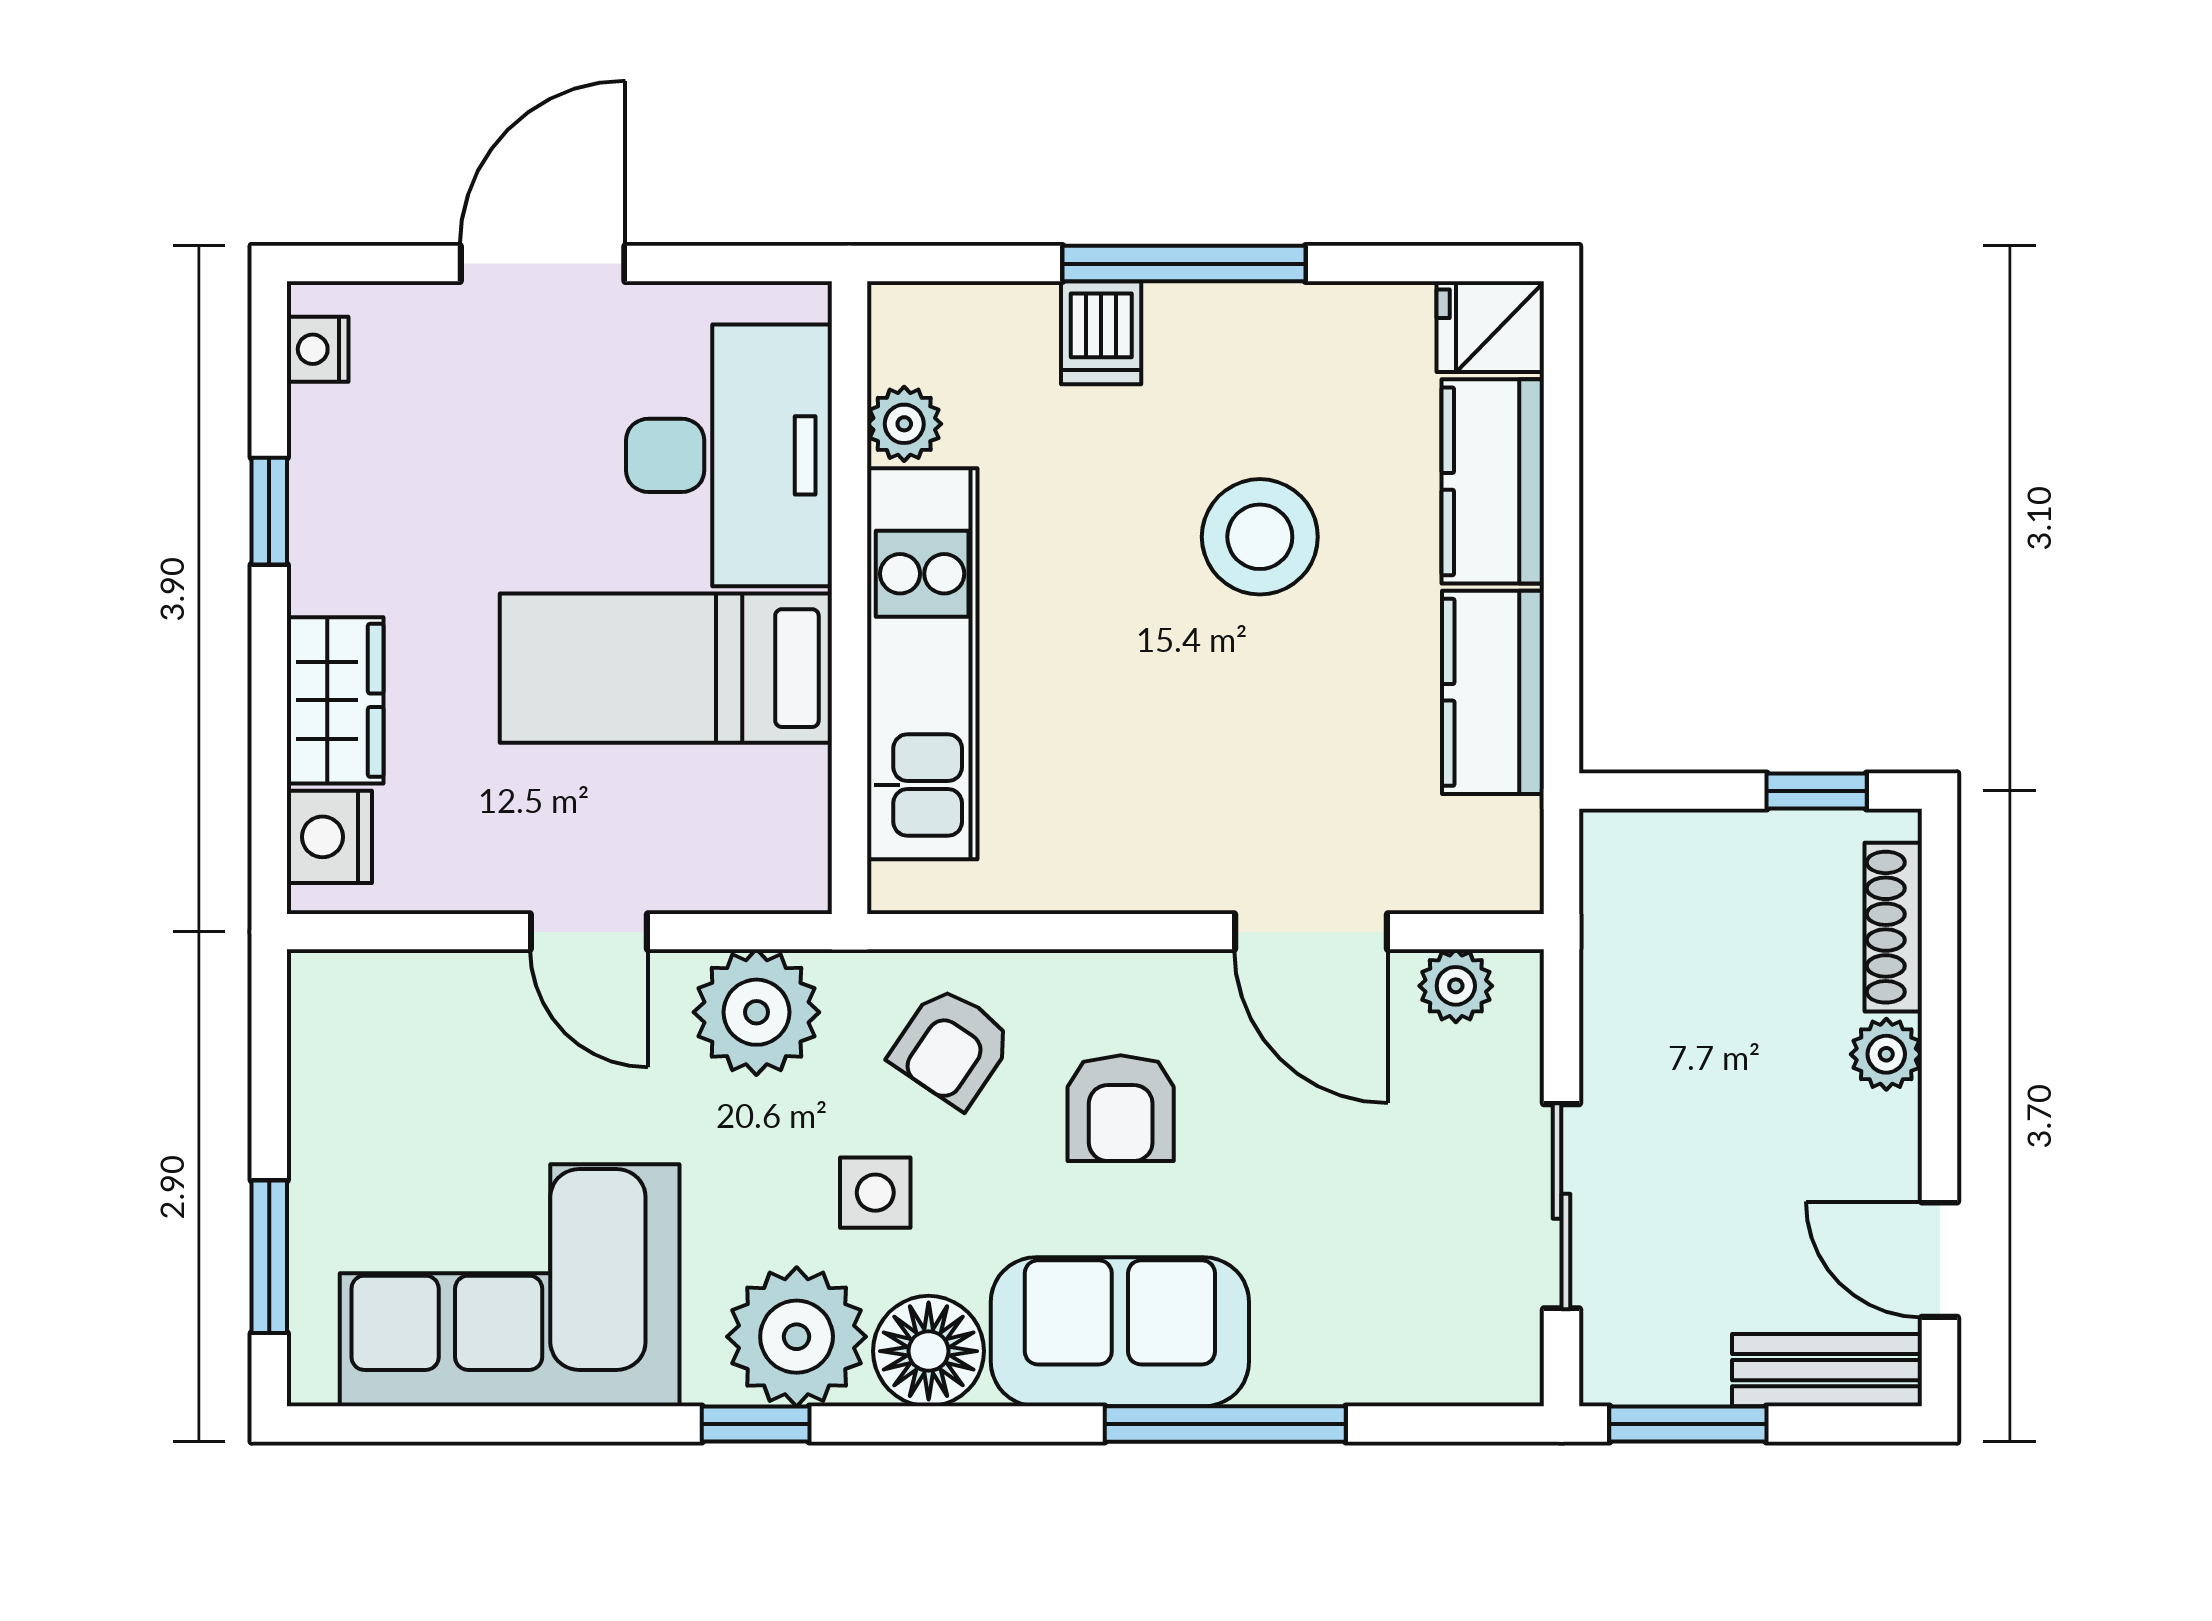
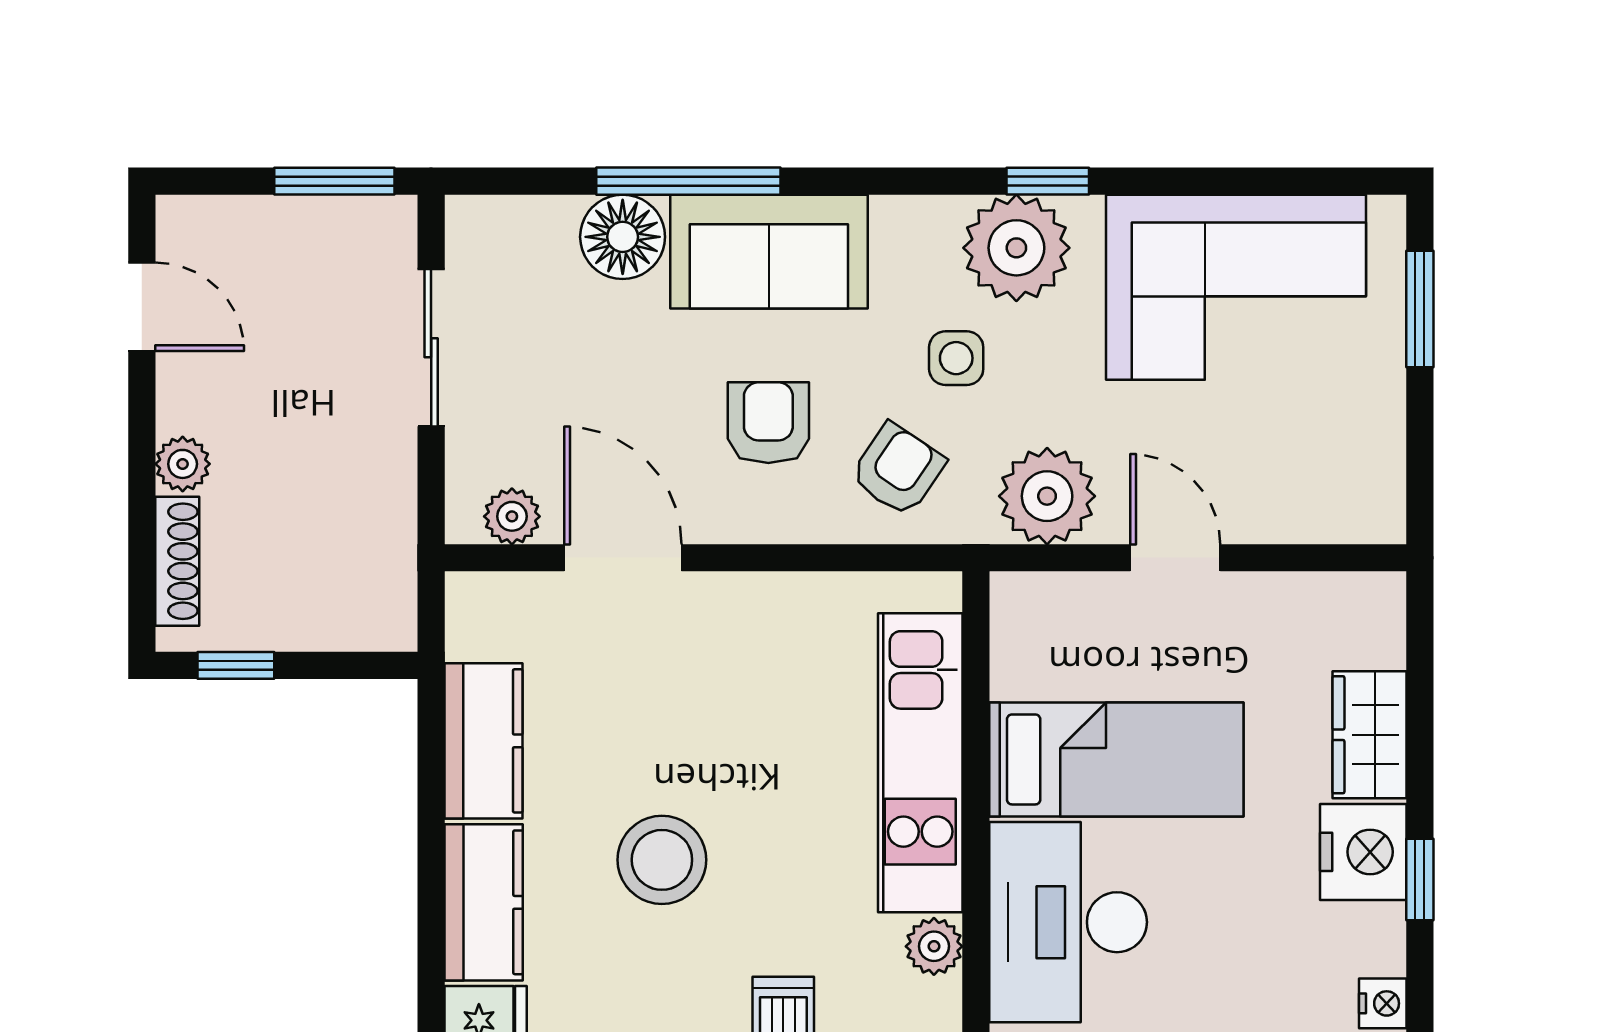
nightstand: (329, 837) -> (1363, 852), moved, width x1.36, depth x1.33
floor lamp: (929, 1351) -> (623, 237), moved
bench: (1827, 1370) -> (228, 222), removed

